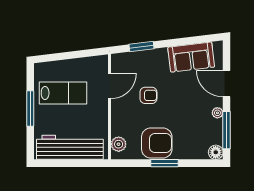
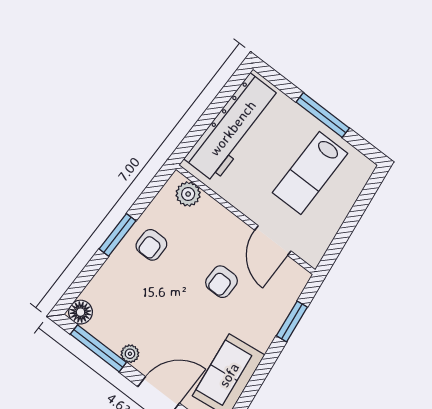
armchair: (157, 143) -> (151, 245), width x0.53, depth x0.53

